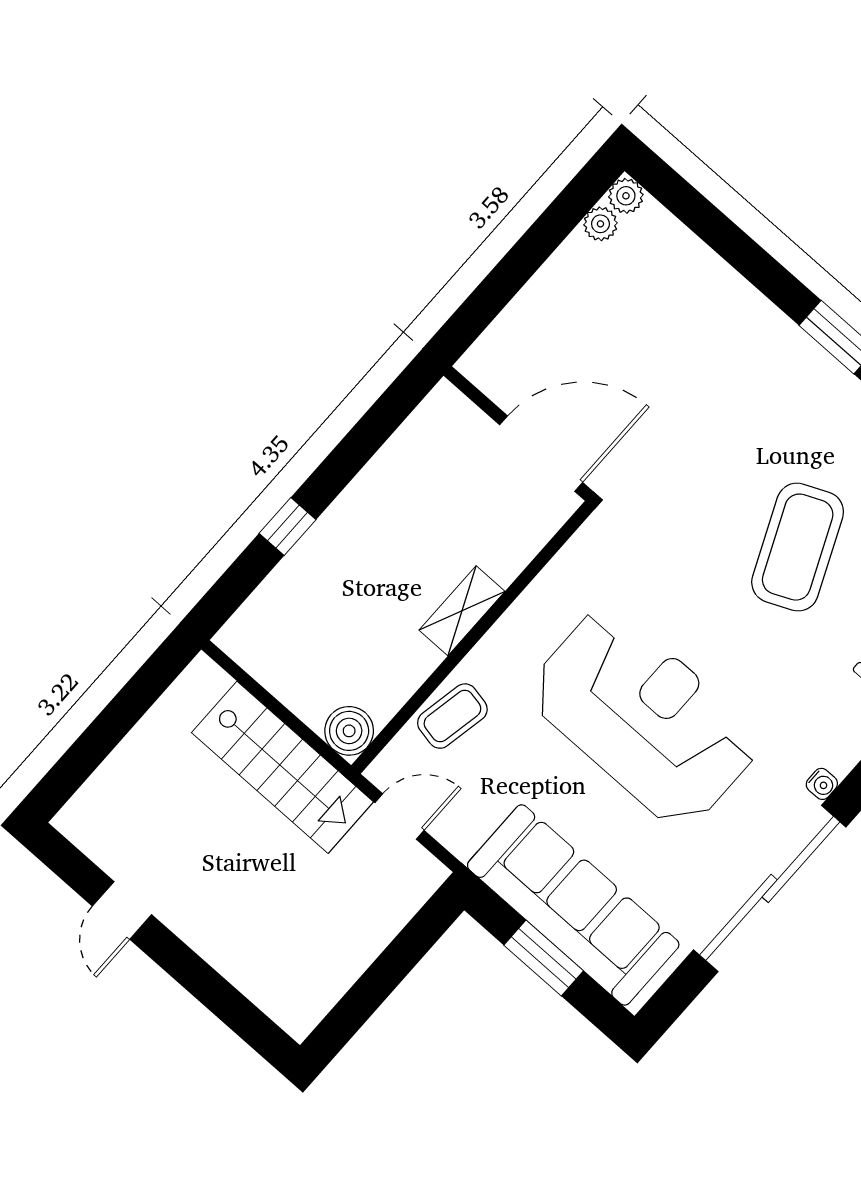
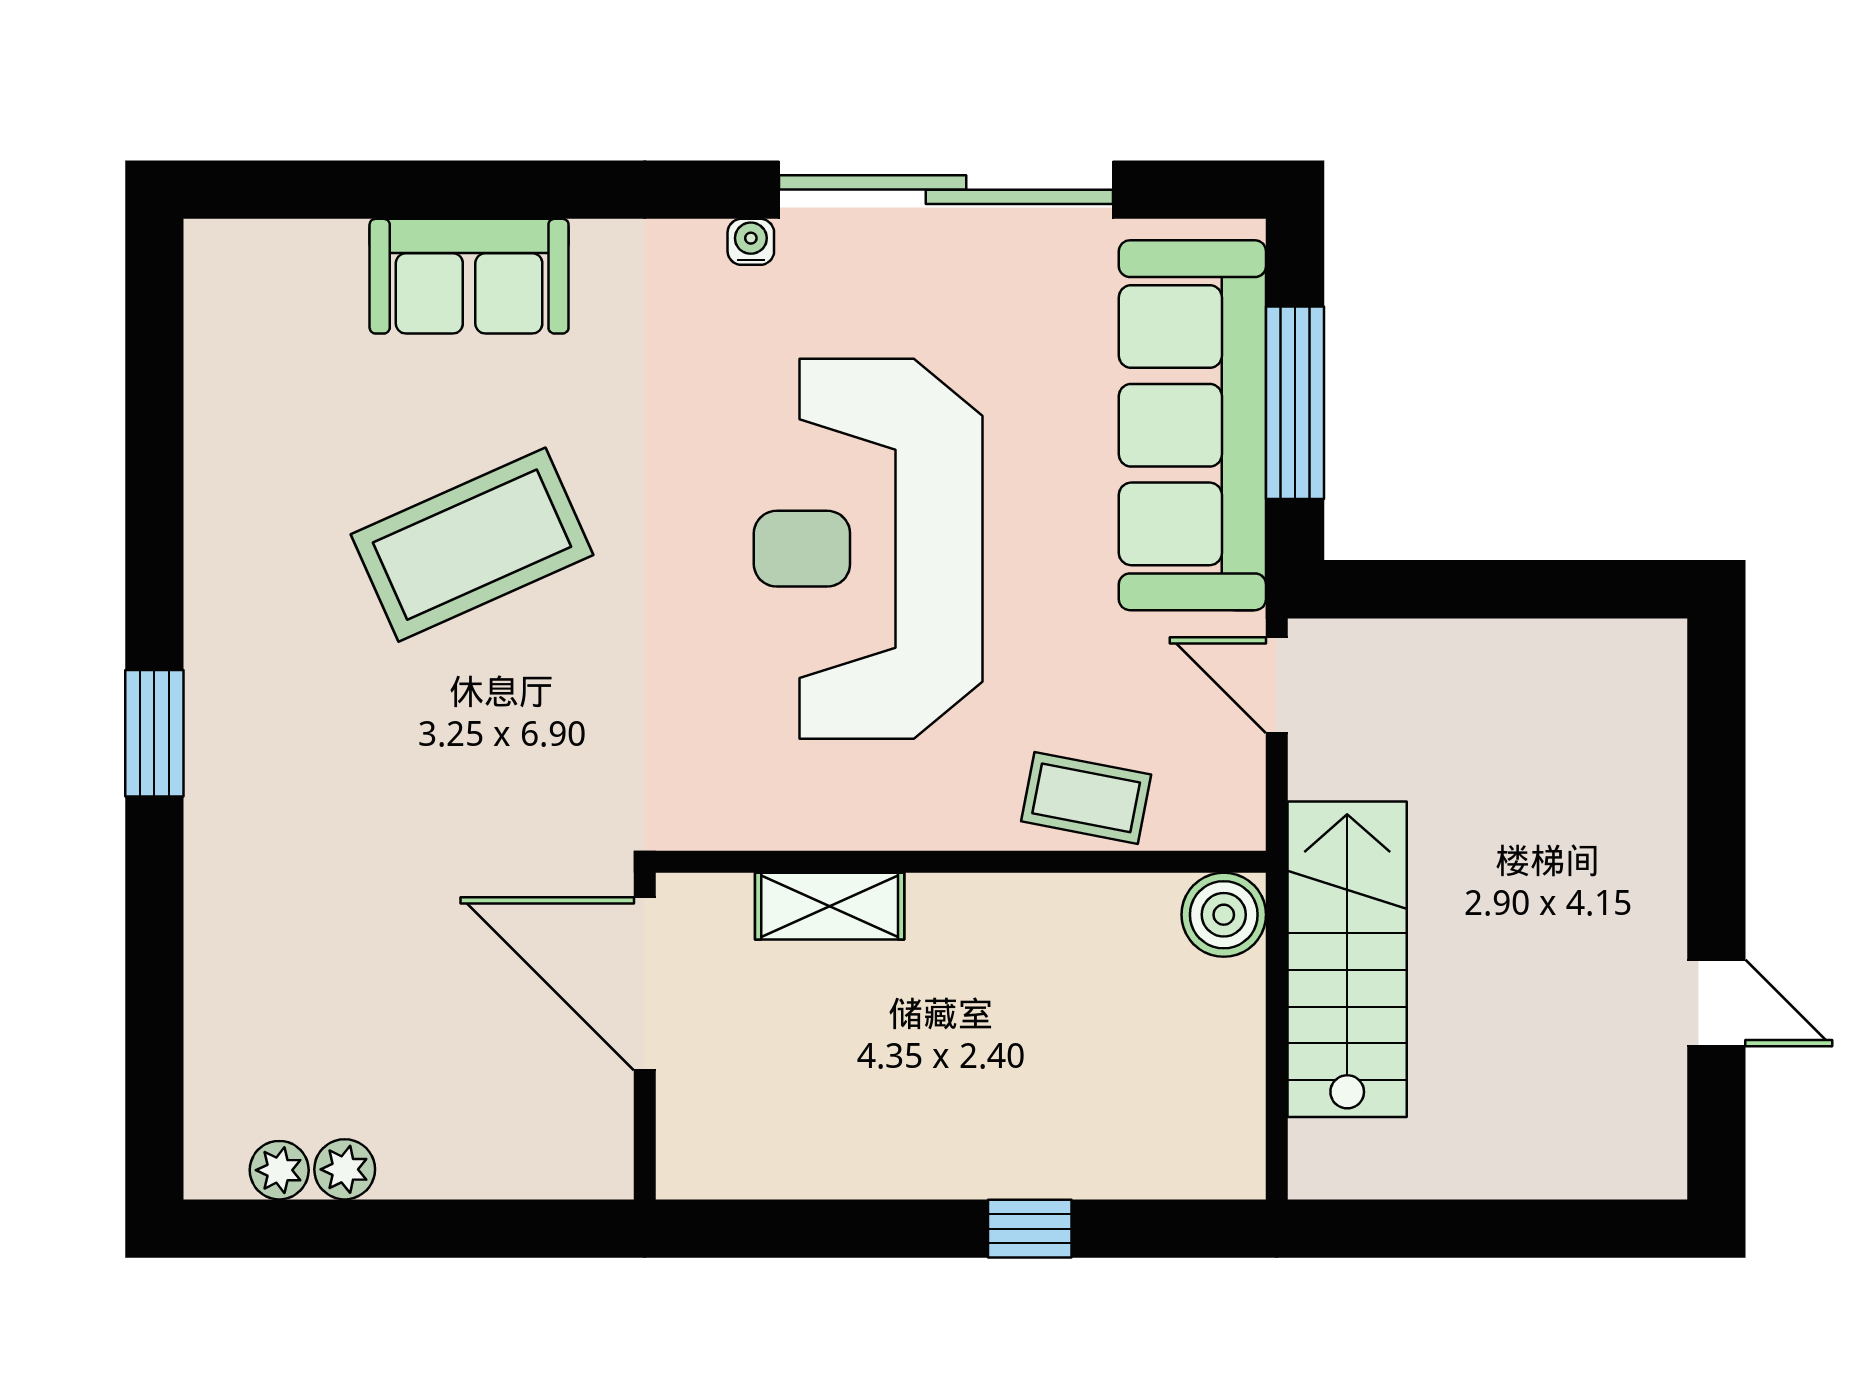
plant: (626, 196) -> (345, 1169), moved
shelving: (462, 611) -> (830, 906), moved
door: (400, 816) -> (1277, 685), moved
door: (122, 910) -> (1716, 1003), hinge flipped
window: (544, 958) -> (1295, 403), width x1.44

